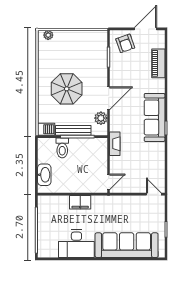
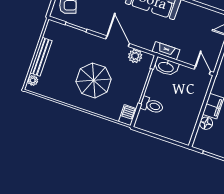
bench: (73, 130) -> (41, 57), moved
washbasin: (44, 175) -> (166, 67), moved, turned 180
floor lamp: (63, 201) -> (206, 123), added

